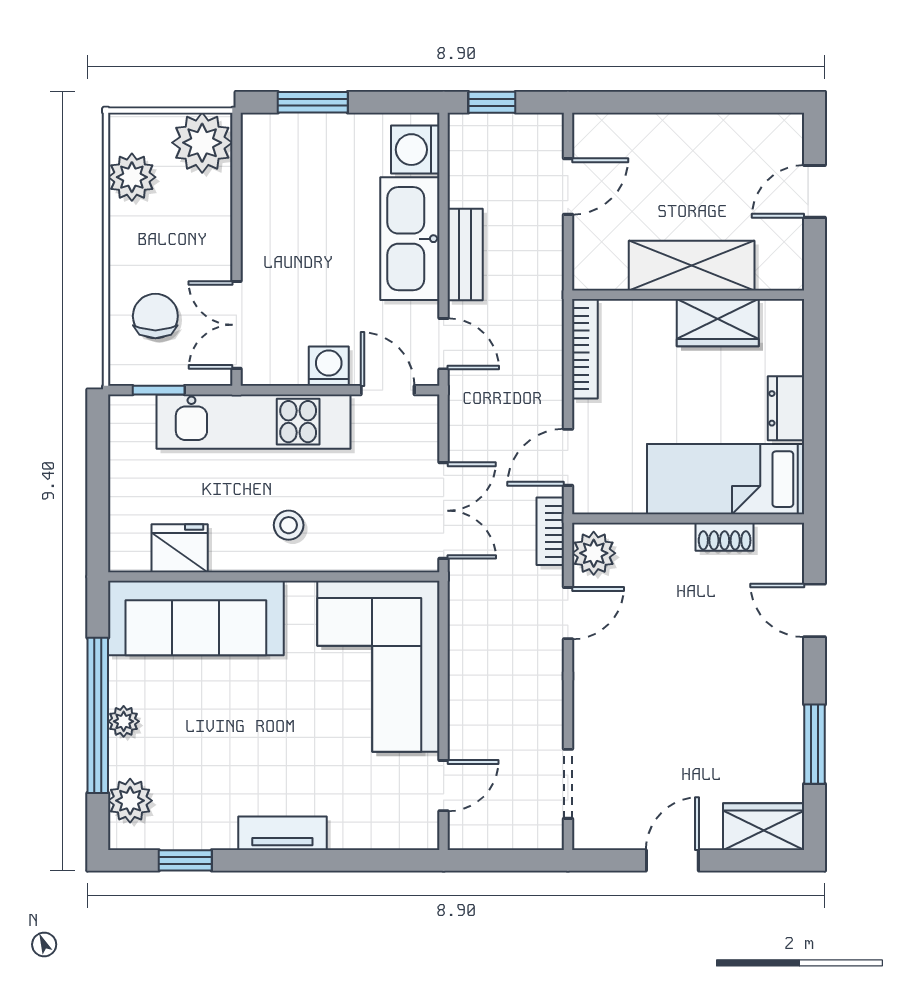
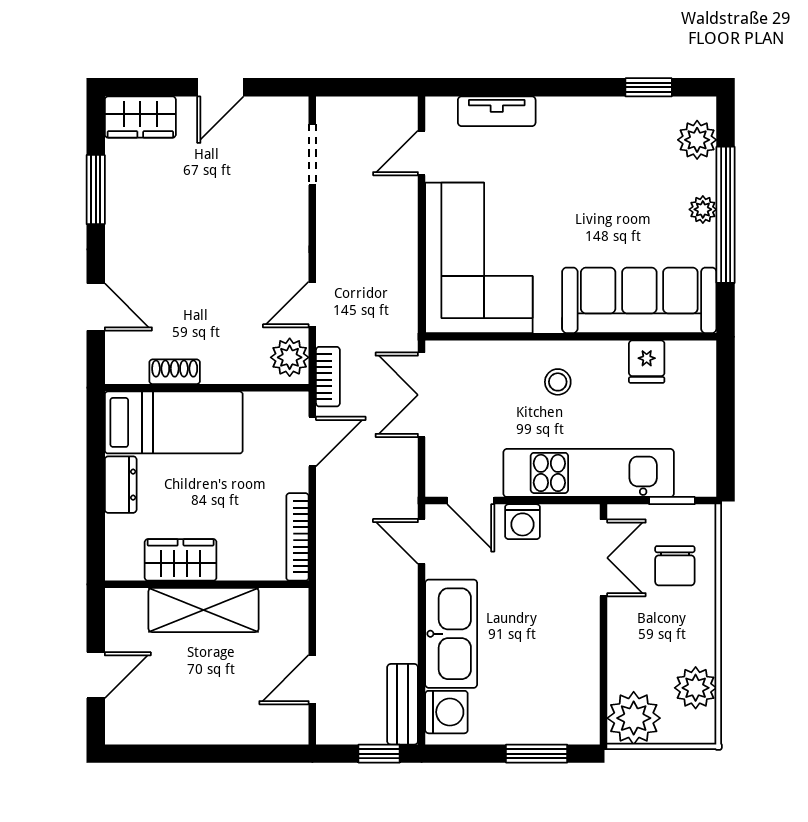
bench: (465, 255) -> (403, 704), moved
fridge: (180, 548) -> (647, 362), width x0.72
tv unit: (282, 833) -> (497, 111), moved

